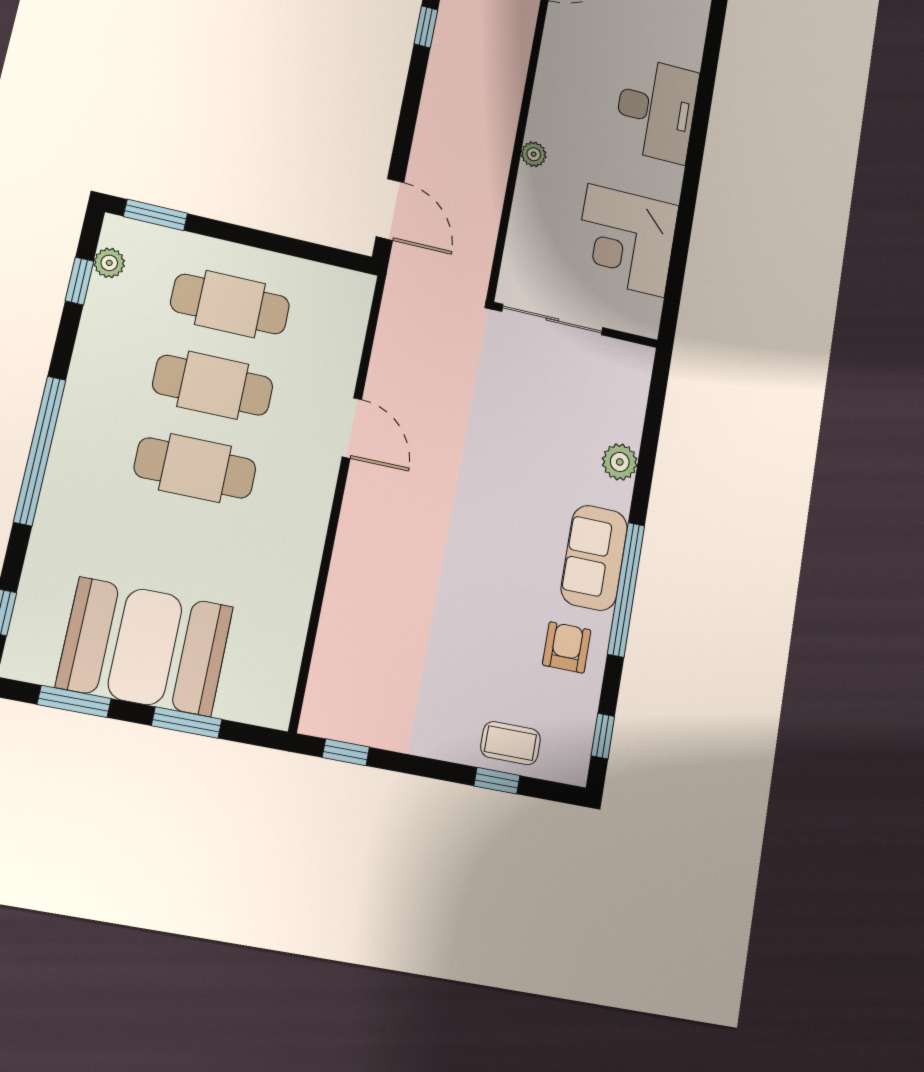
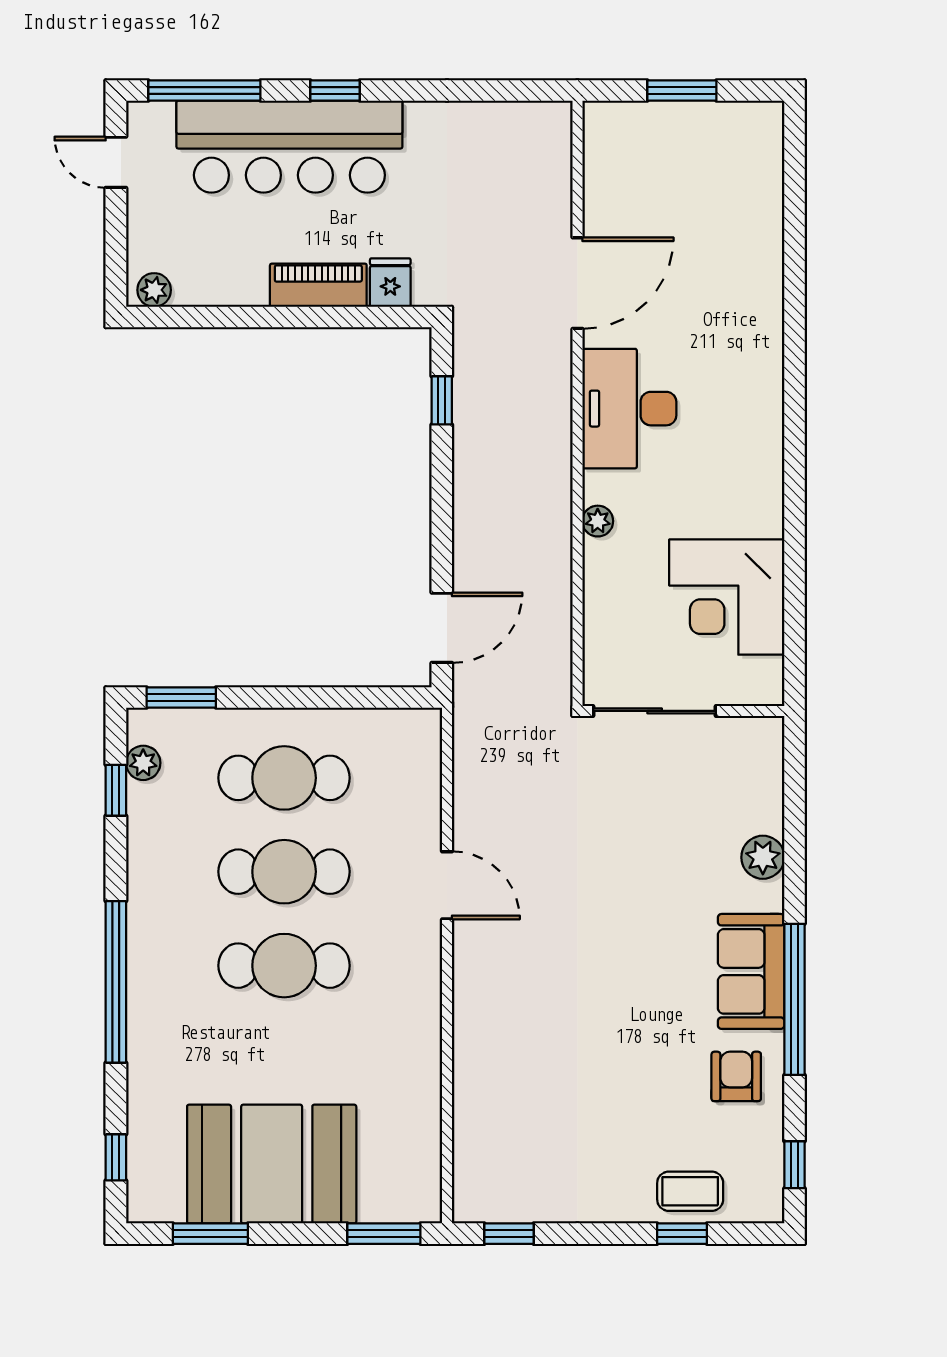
desk: (656, 110) -> (629, 409), moved, turned 180
door: (390, 209) -> (442, 628), hinge flipped
window: (187, 722) -> (384, 1234), moved

